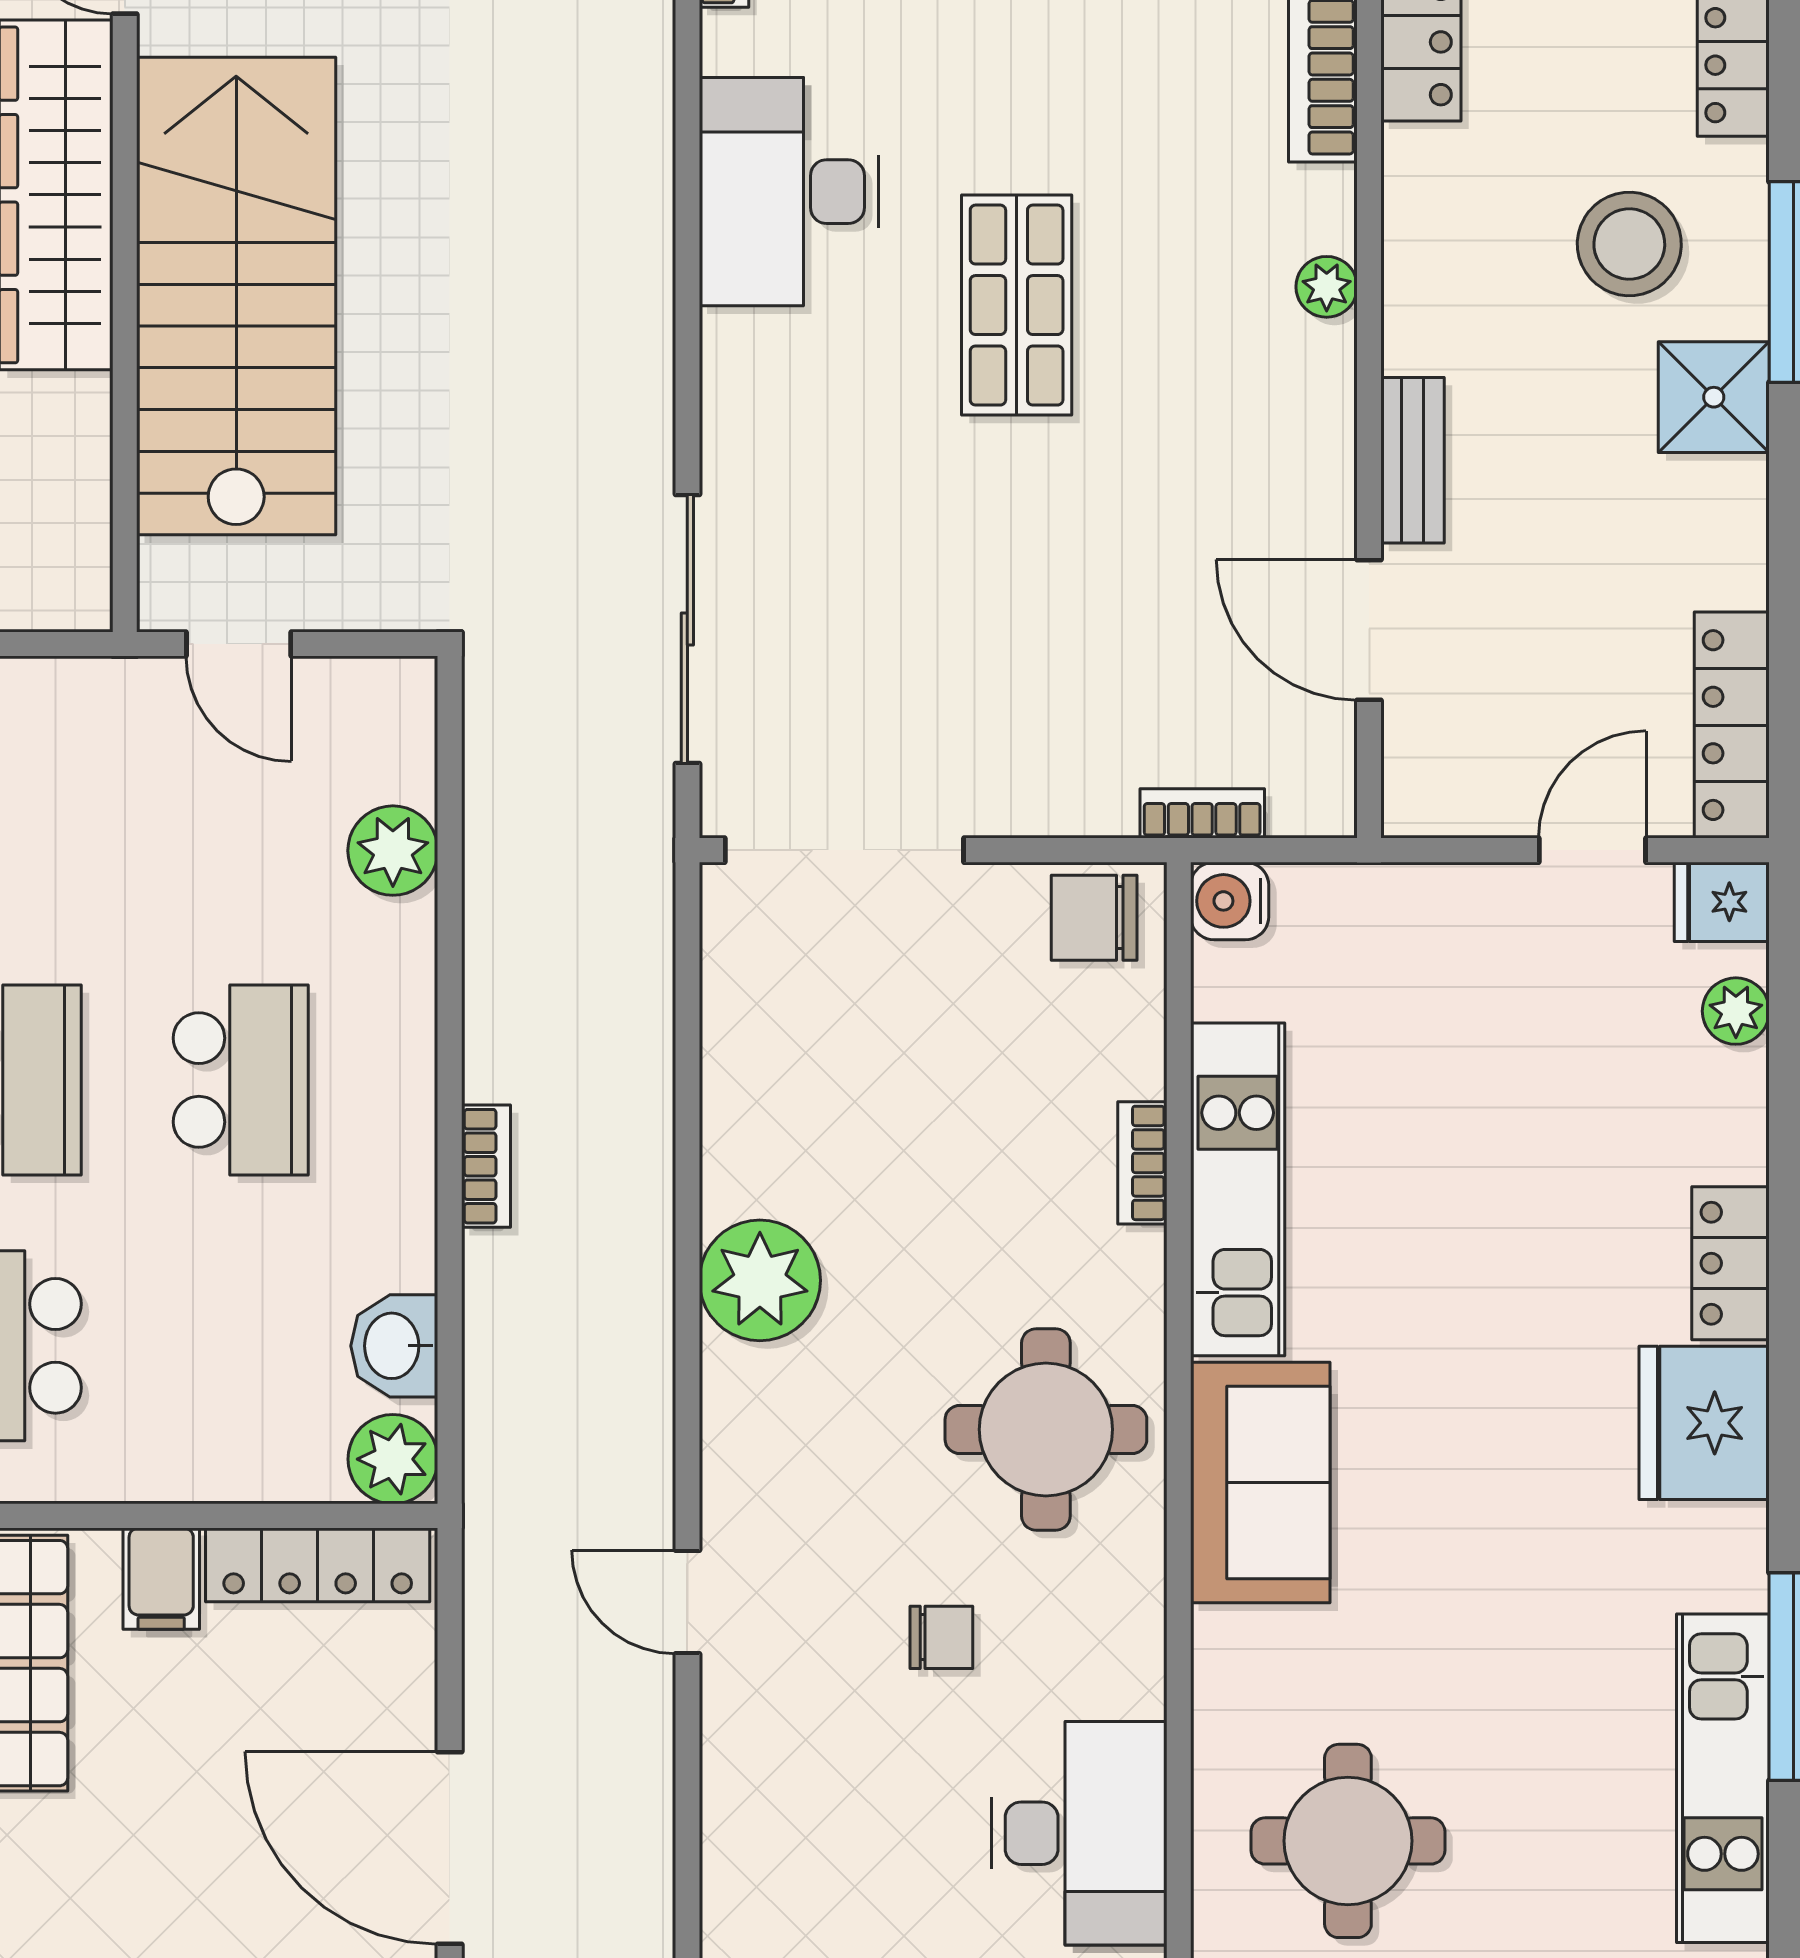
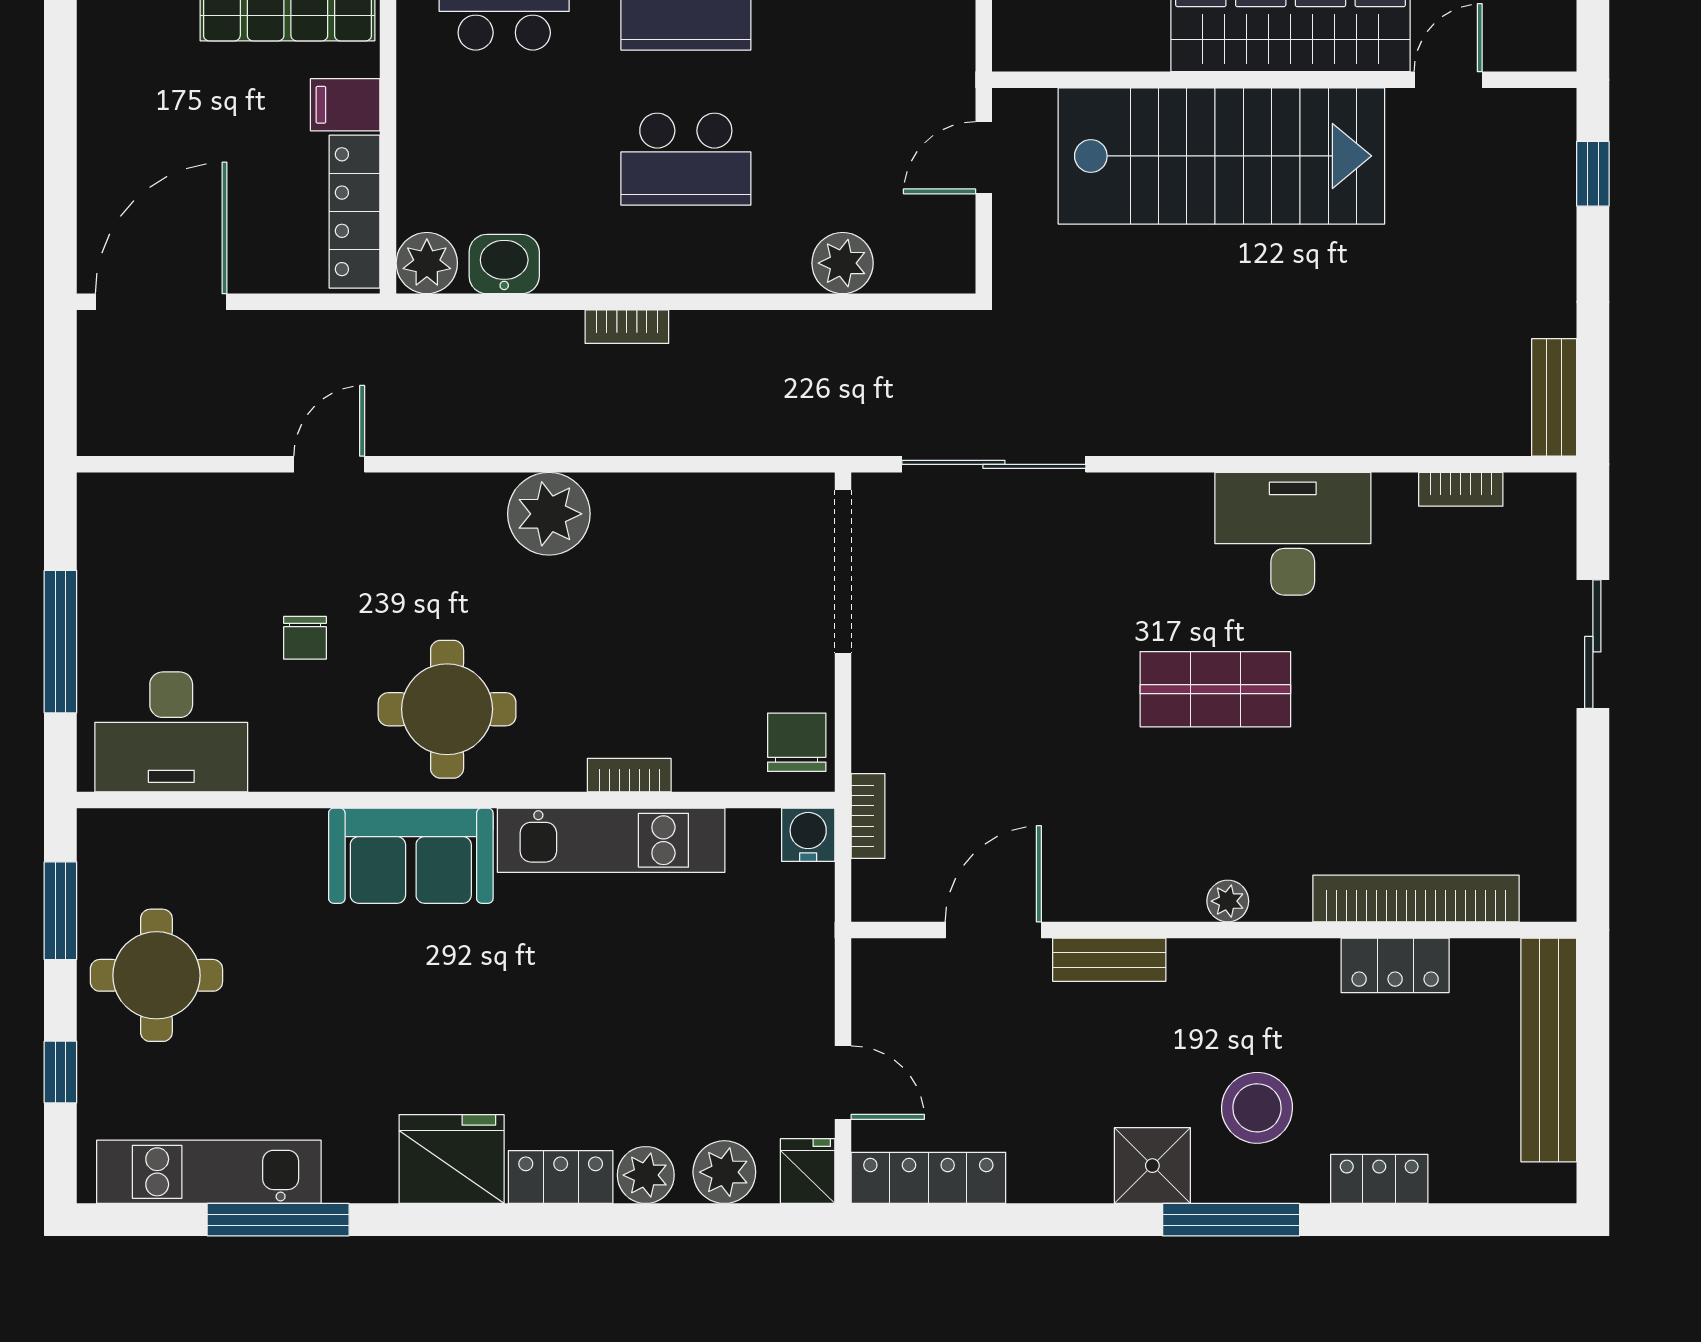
plant: (1736, 1011) -> (724, 1172), width x1.38, depth x1.38
plant: (1728, 1139) -> (646, 1175), added
round table: (1348, 1841) -> (156, 975), moved

